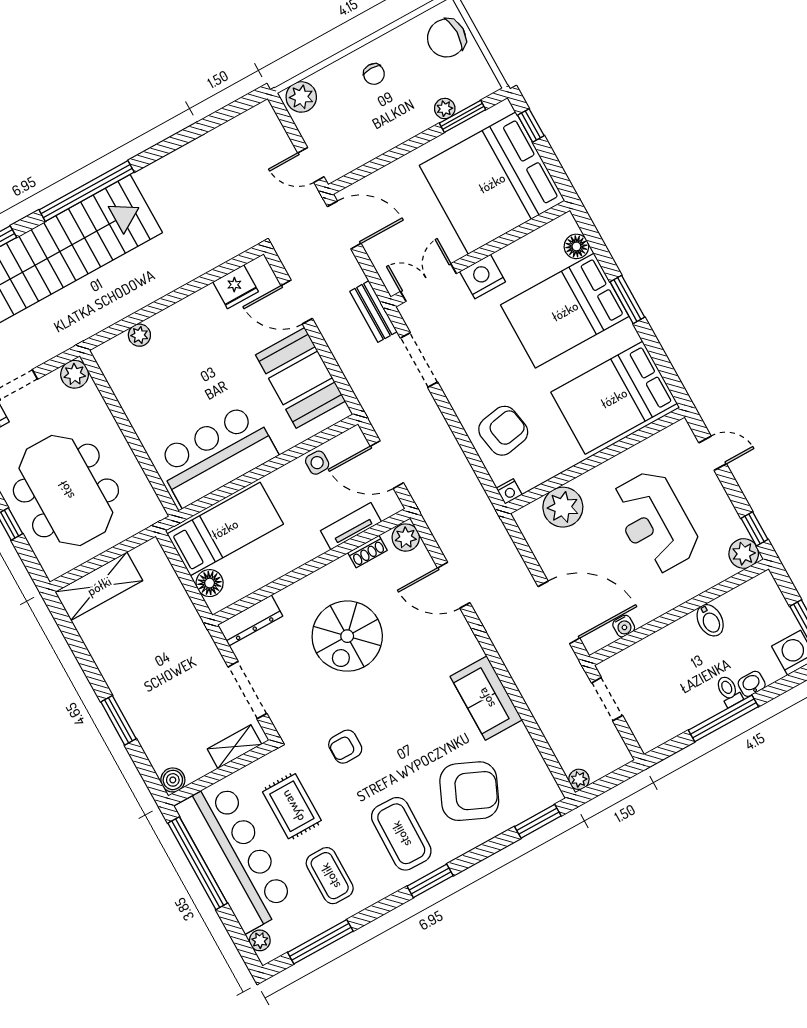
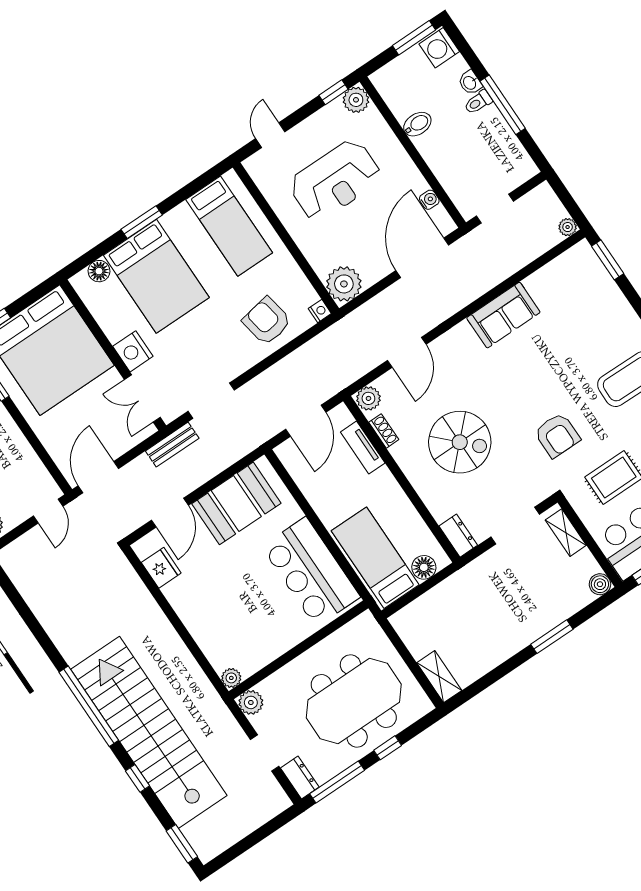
plant: (139, 335) -> (231, 678), moved
bed: (614, 398) -> (229, 226), width x0.67
side table: (317, 463) -> (309, 482), removed
plant: (563, 507) -> (344, 284), moved
shelving: (99, 586) -> (439, 677), width x0.67, depth x0.75
dresser: (250, 620) -> (458, 536), width x0.70
armchair: (345, 747) -> (557, 435), width x1.38, depth x1.38
armchair: (469, 791) -> (587, 323), removed

